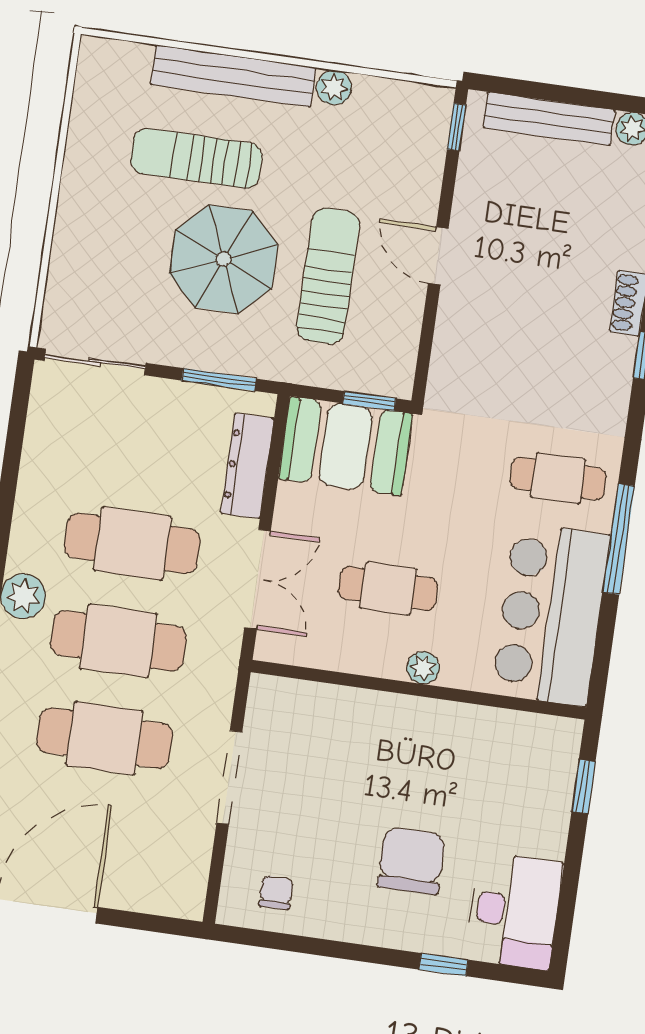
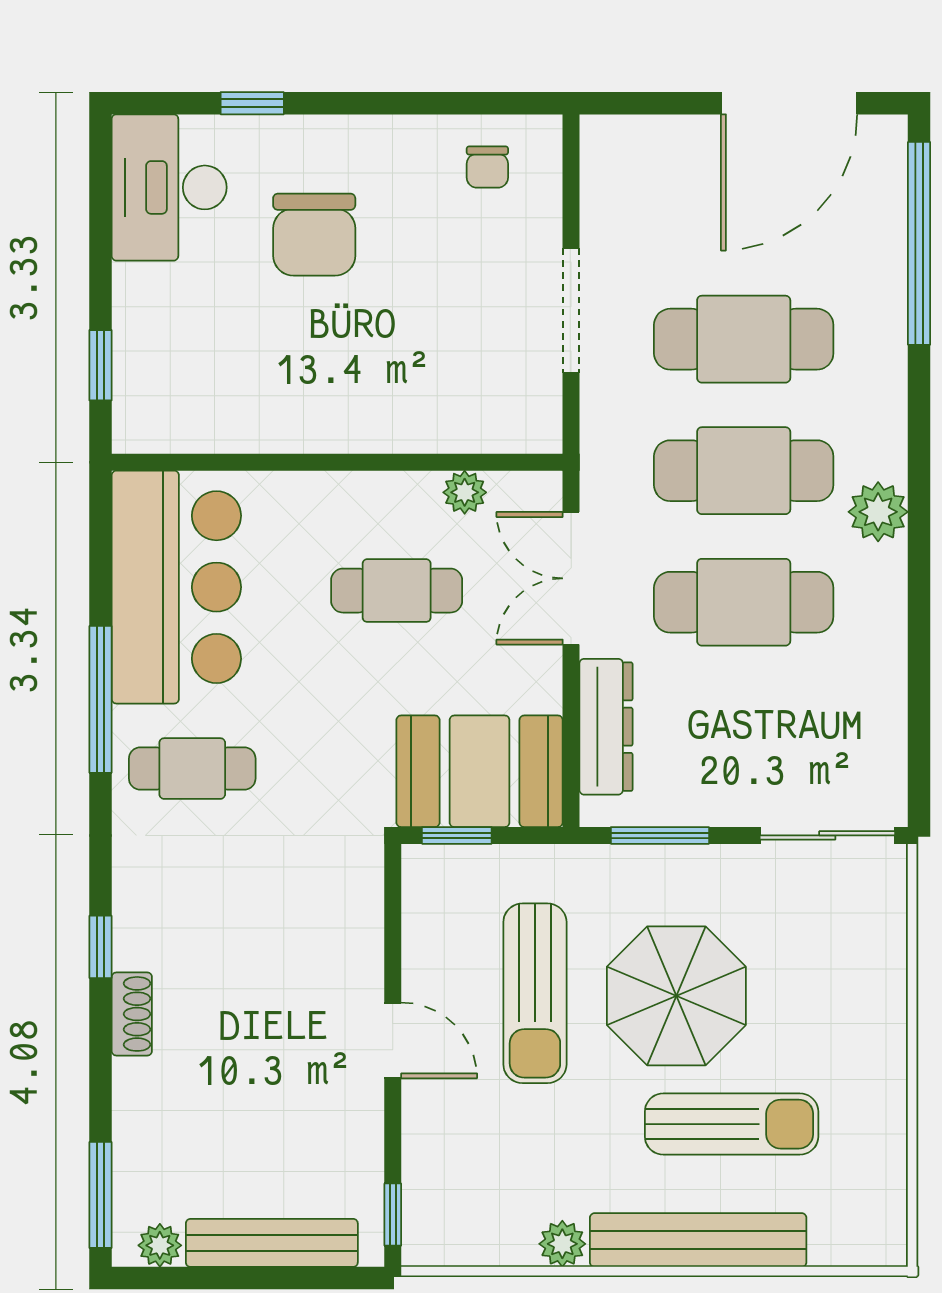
plant: (423, 668) -> (465, 492), moved

